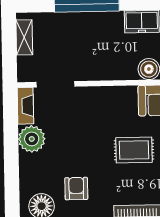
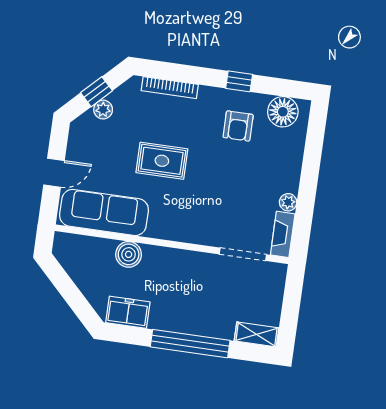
shelving: (24, 37) -> (256, 334), moved, turned 90
plant: (32, 139) -> (288, 202), width x0.53, depth x0.53

